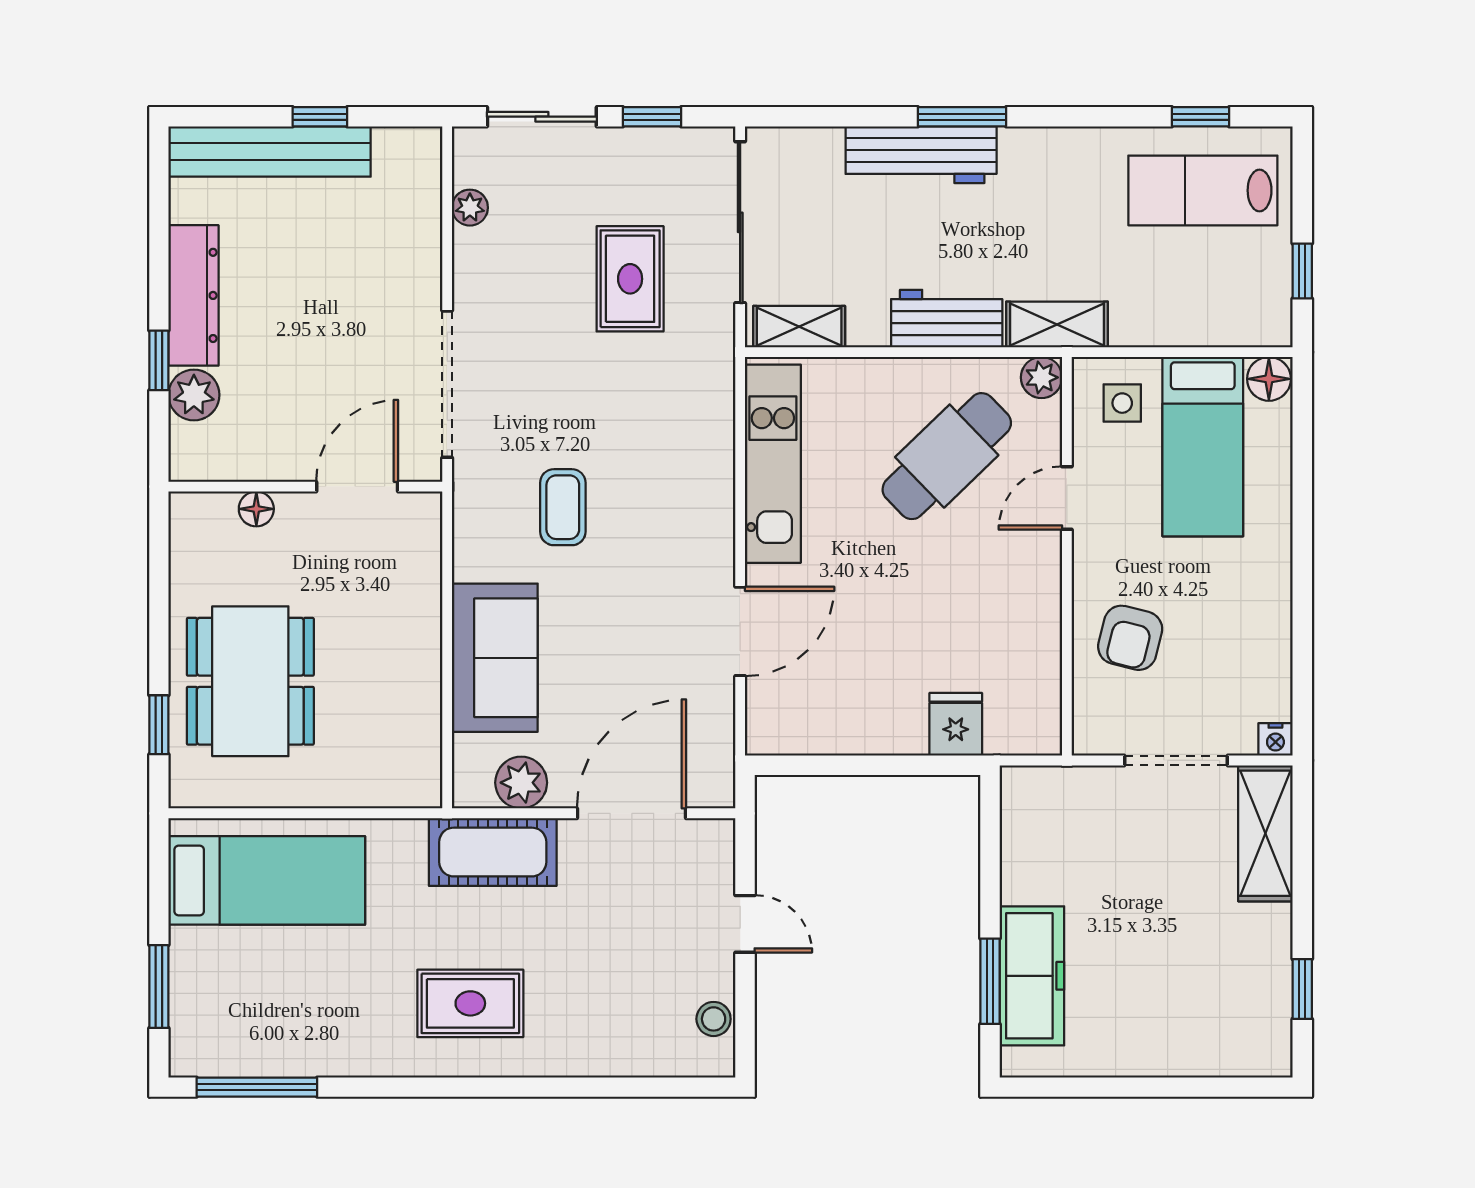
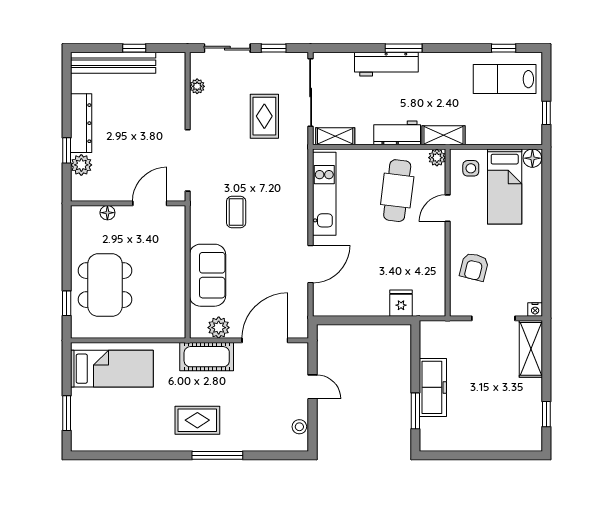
cafe table: (947, 456) -> (397, 191), turned -39
freezer: (1032, 976) -> (433, 387), moved
window: (257, 1087) -> (217, 455), moved

